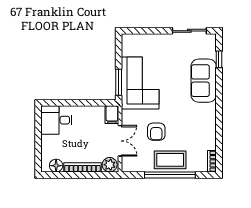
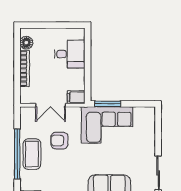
desk: (56, 120) -> (70, 54), moved, turned 90
plant: (110, 165) -> (27, 95), removed

